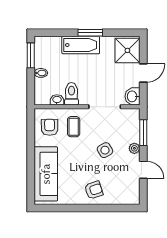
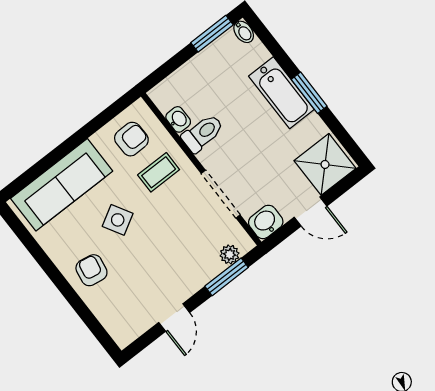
bidet: (41, 73) -> (244, 32), moved
plant: (134, 148) -> (230, 254), moved
side table: (105, 150) -> (118, 220), moved
armchair: (94, 190) -> (91, 270), turned -151

